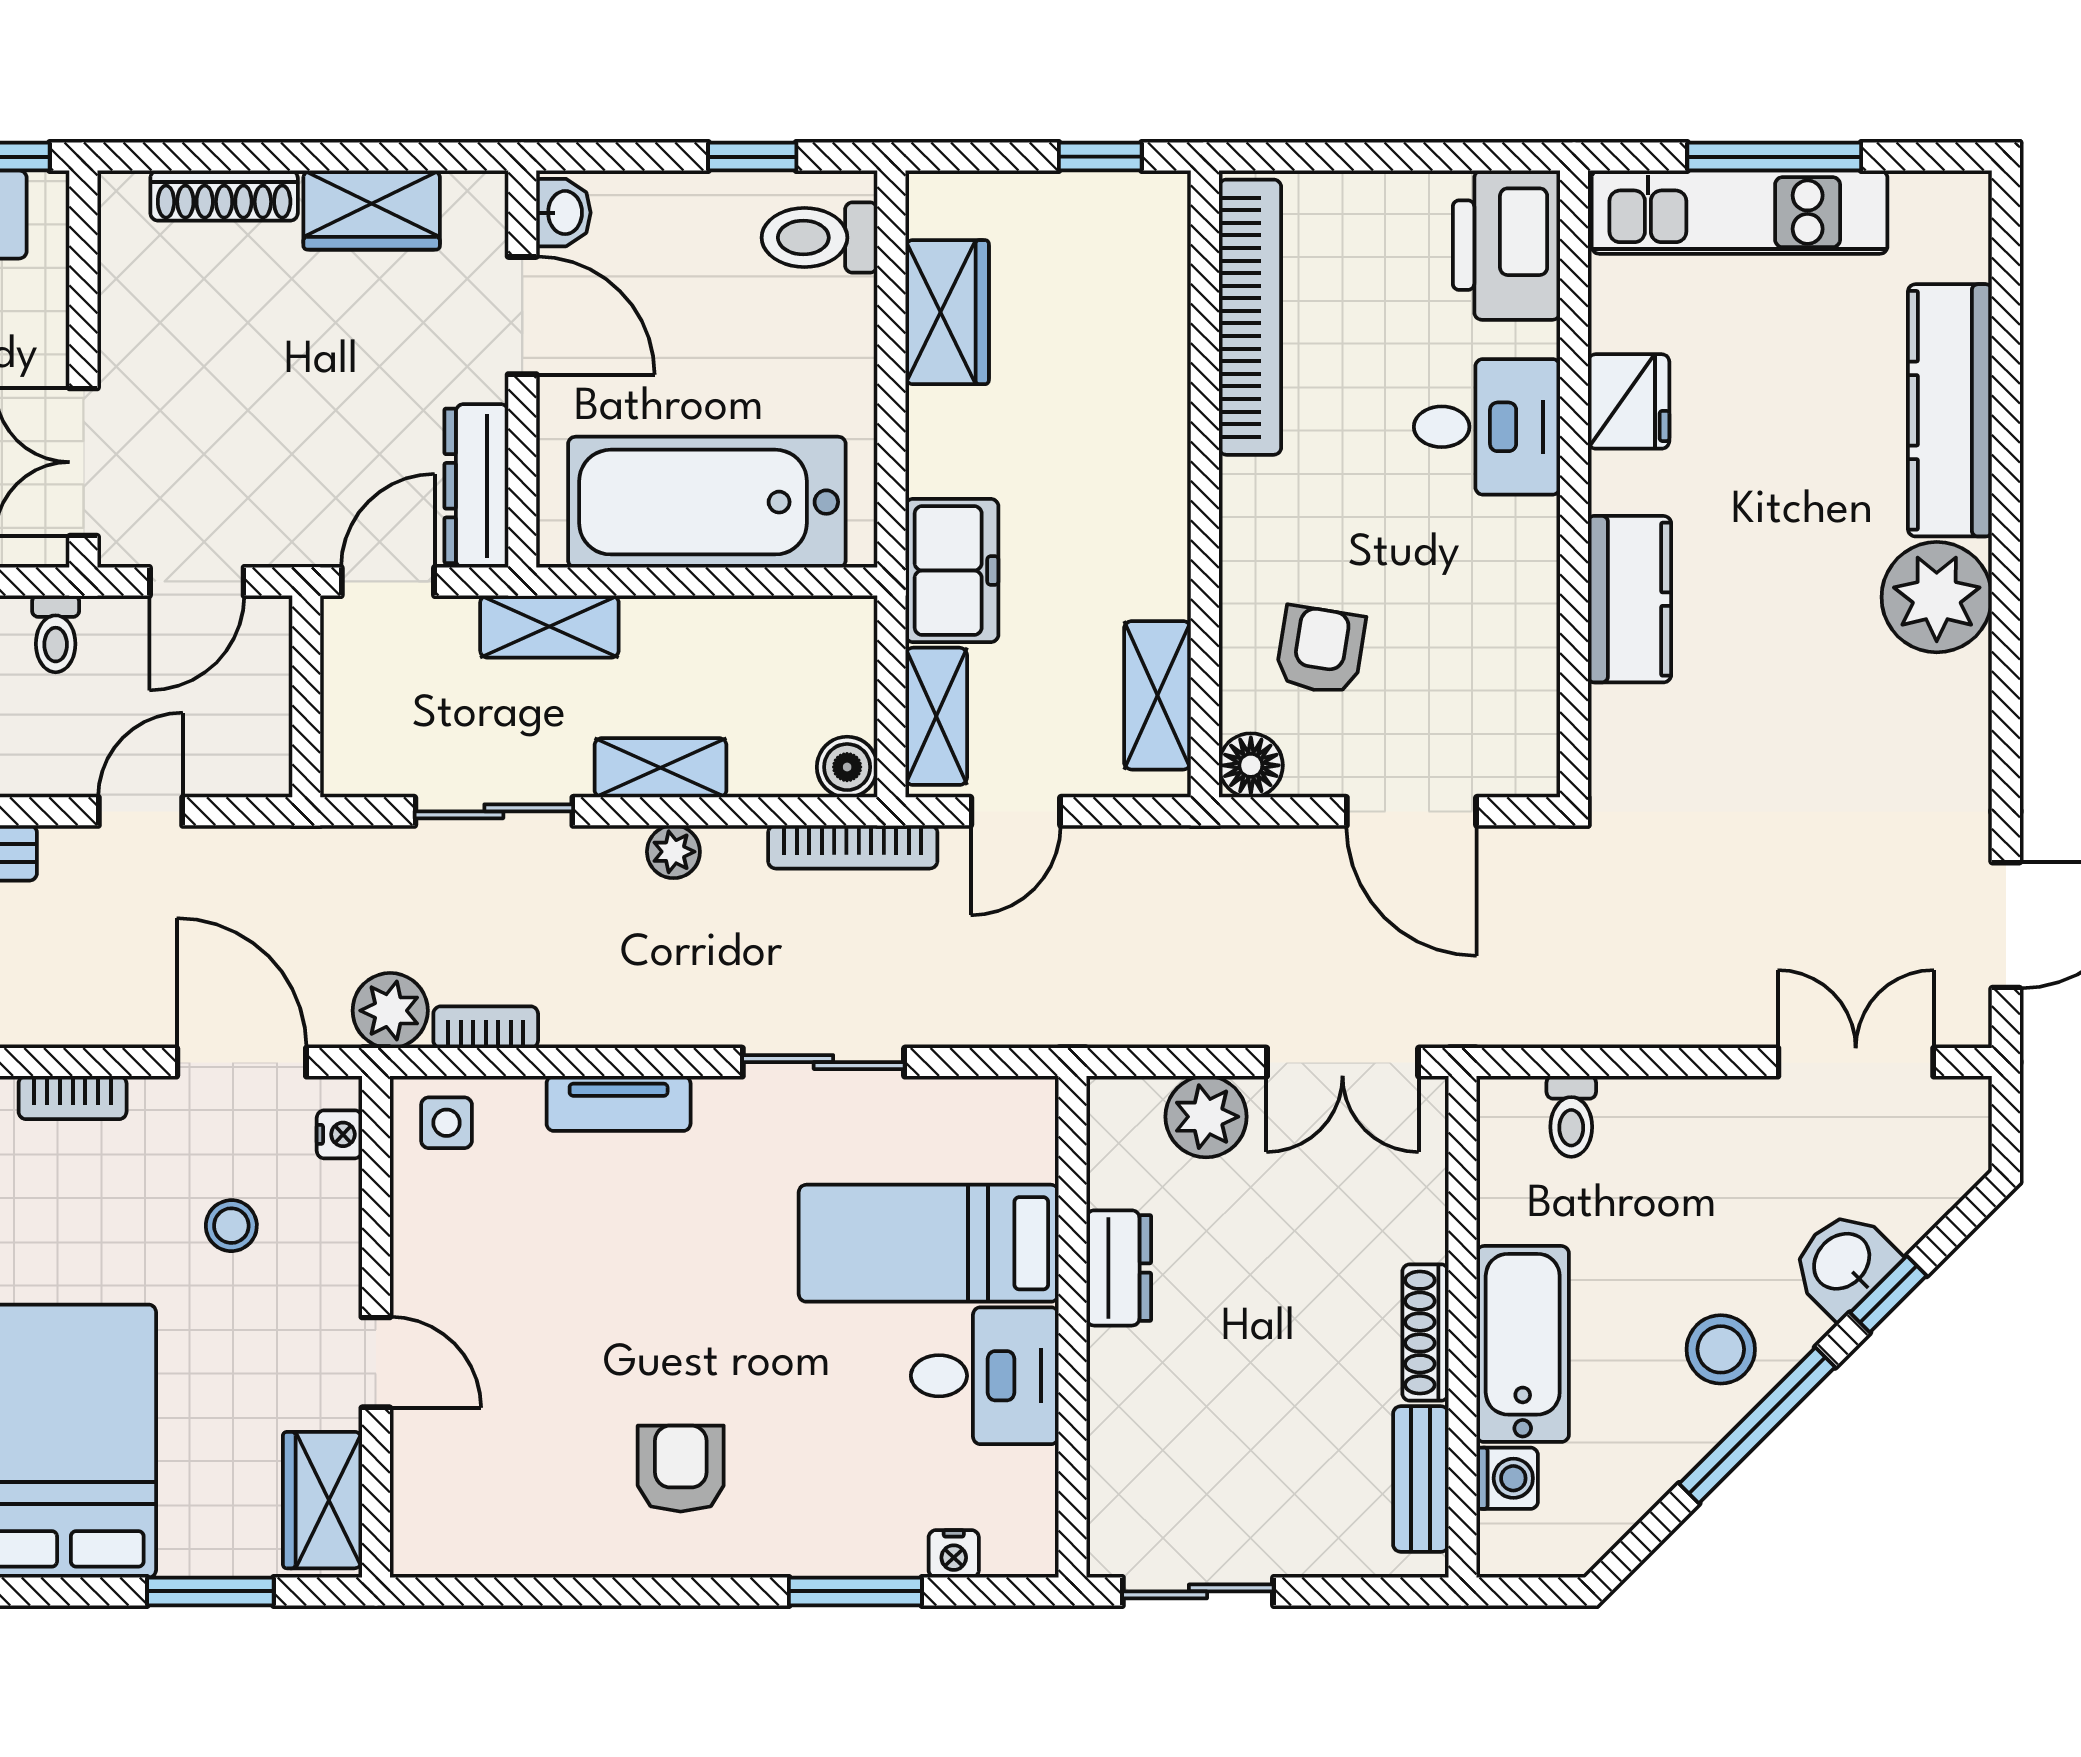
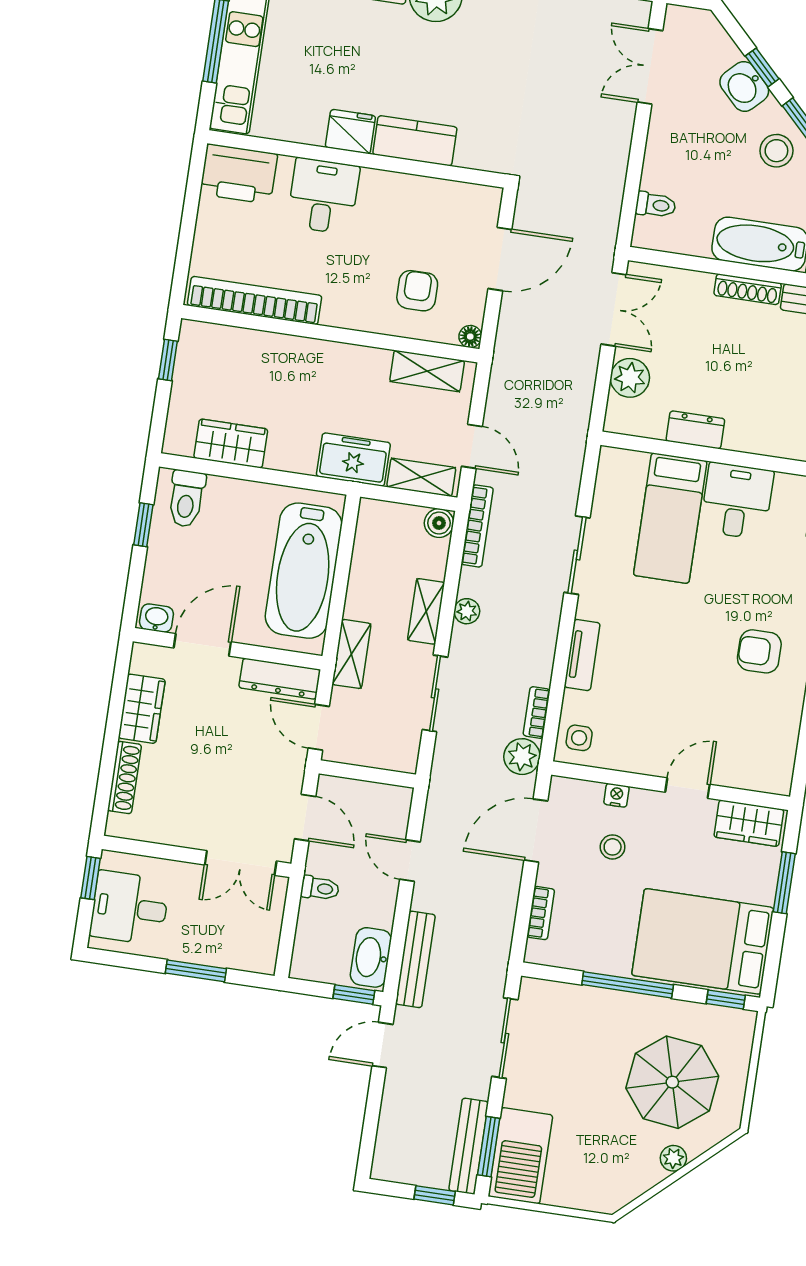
fridge: (1629, 401) -> (350, 132), moved
armchair: (1320, 650) -> (417, 291), turned 81
floor lamp: (1251, 765) -> (470, 337), width x0.73, depth x0.73
nightstand: (339, 1134) -> (616, 795), moved

